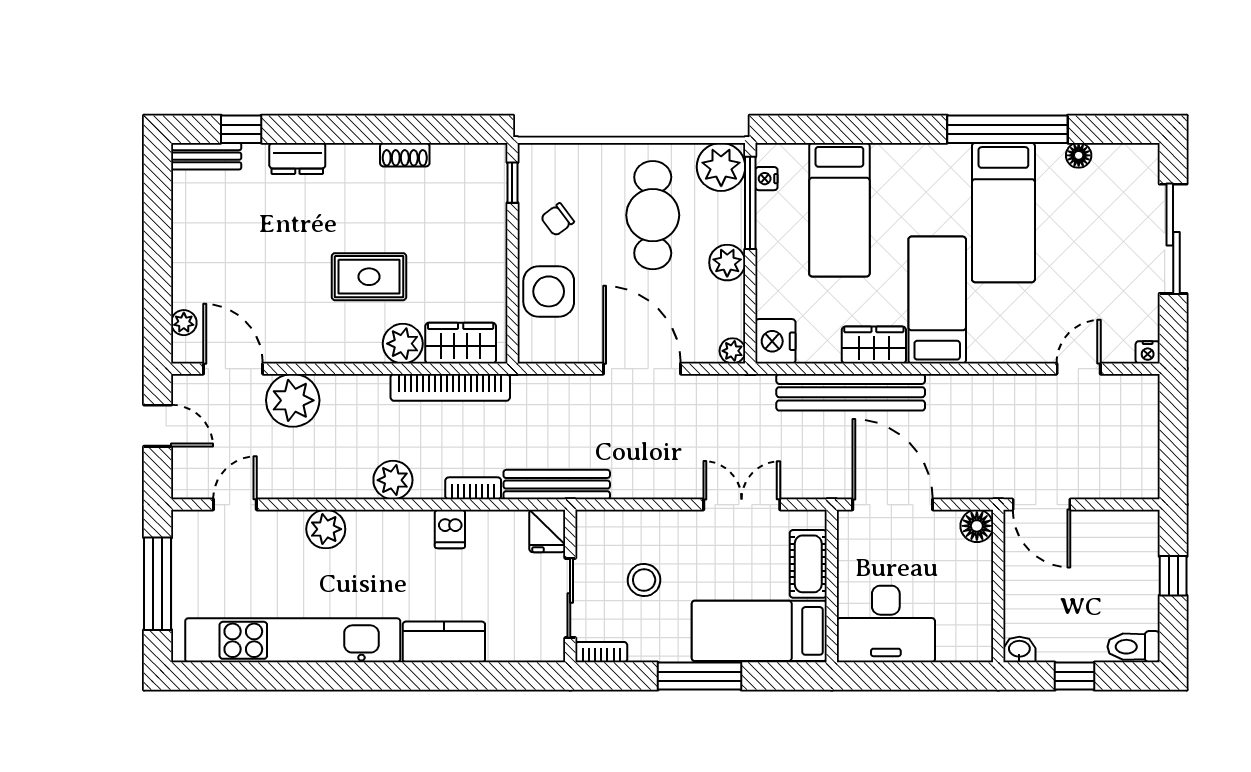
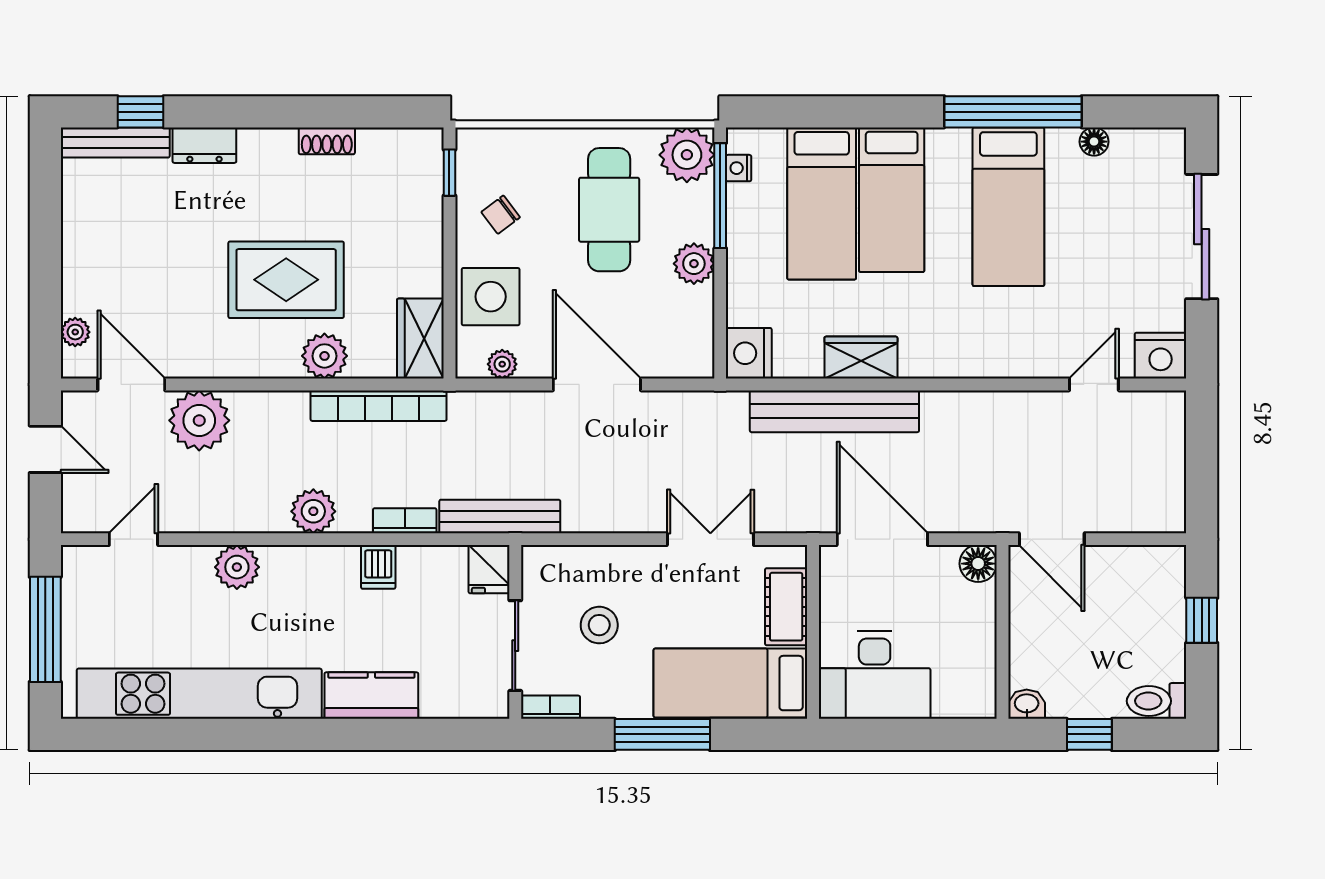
bench: (206, 156) -> (115, 143), width x1.36
rug: (369, 277) -> (286, 280), width x1.36, depth x1.43
bed: (937, 300) -> (892, 200), moved, turned 180
wardrobe: (461, 343) -> (420, 339), moved, turned -90
plant: (732, 351) -> (502, 364), moved
nightstand: (1148, 352) -> (1161, 356), width x1.89, depth x1.79

